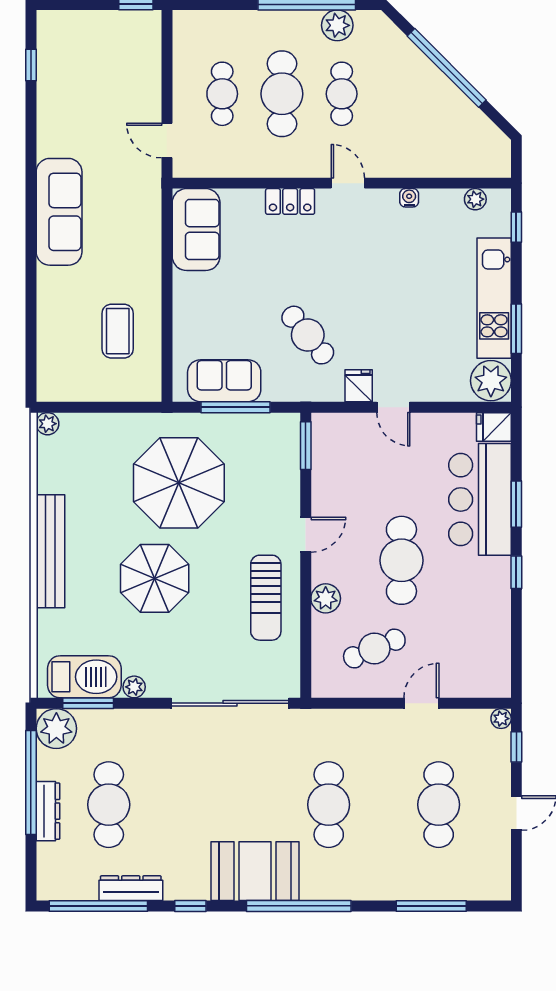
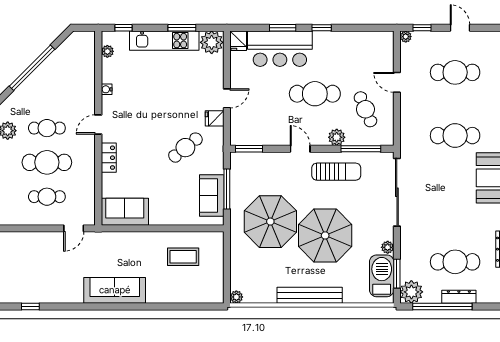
parasol: (155, 578) -> (325, 235), width x1.36, depth x1.36
window: (306, 641) -> (361, 149), added

